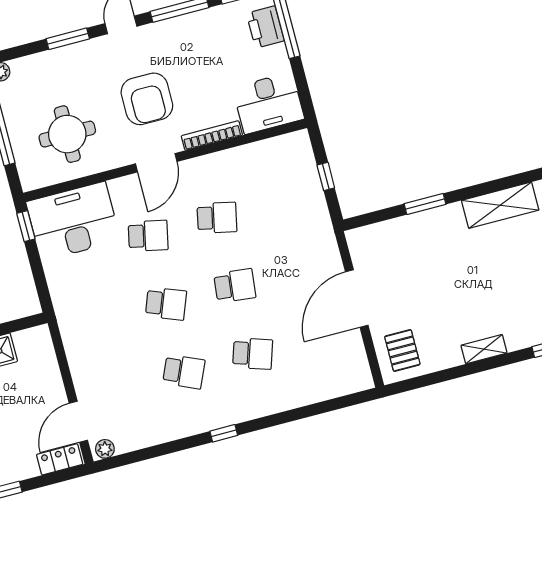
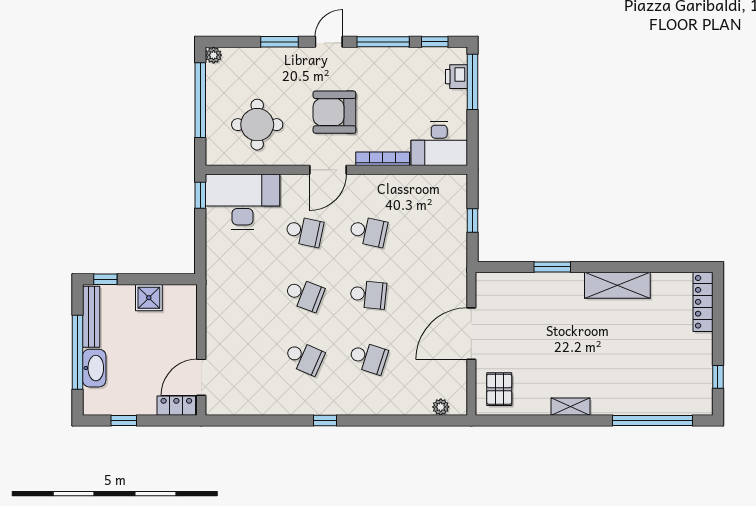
printer: (265, 27) -> (456, 77), width x0.73, depth x0.81
armchair: (147, 99) -> (334, 112), turned 90
plant: (105, 449) -> (441, 407), moved

